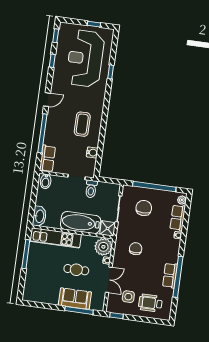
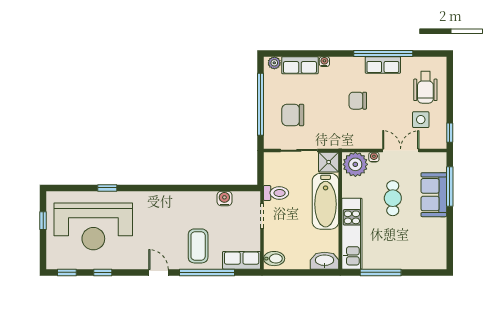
coffee table: (82, 124) -> (198, 246), moved, turned 90
chair: (136, 249) -> (358, 101), moved

